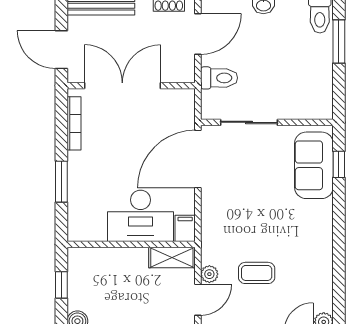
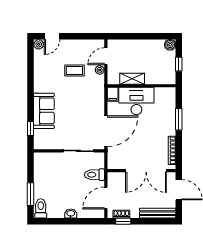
sofa: (314, 165) -> (44, 111), moved
shelving: (172, 258) -> (132, 79), moved

